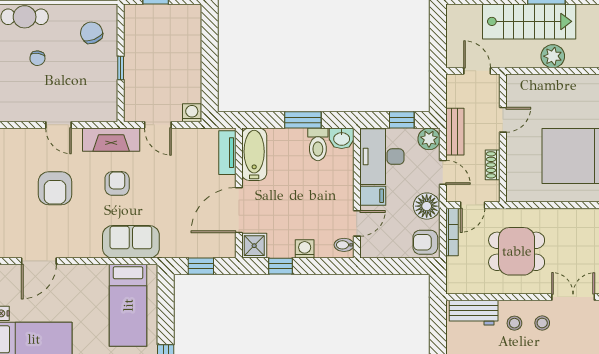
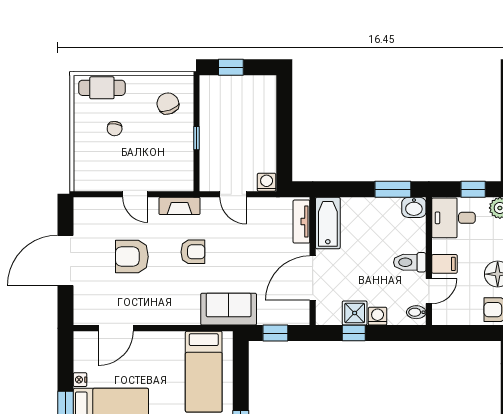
window: (303, 120) -> (393, 189), moved
fireplace: (111, 140) -> (180, 206), width x0.73, depth x0.76
toilet: (318, 144) -> (410, 262), moved, turned 90
desk: (382, 157) -> (453, 218), width x0.73
armchair: (117, 183) -> (193, 252), turned 90
armchair: (55, 188) -> (132, 257), turned 90
sofa: (131, 242) -> (229, 309), moved
shower: (254, 246) -> (355, 313), moved

